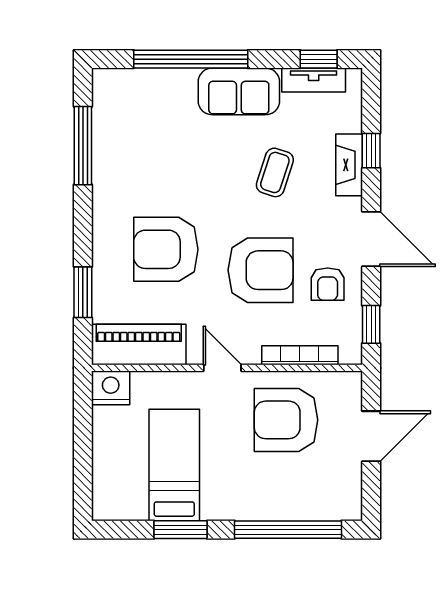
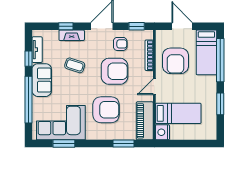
window: (319, 59) -> (29, 59), moved
corner sofa: (134, 138) -> (61, 123), added
window: (83, 146) -> (64, 144), width x0.69
armchair: (166, 249) -> (106, 110), turned -90
armchair: (261, 270) -> (115, 71), turned 90
bed: (174, 465) -> (178, 113), moved, turned 180
bed: (307, 496) -> (206, 52), added

